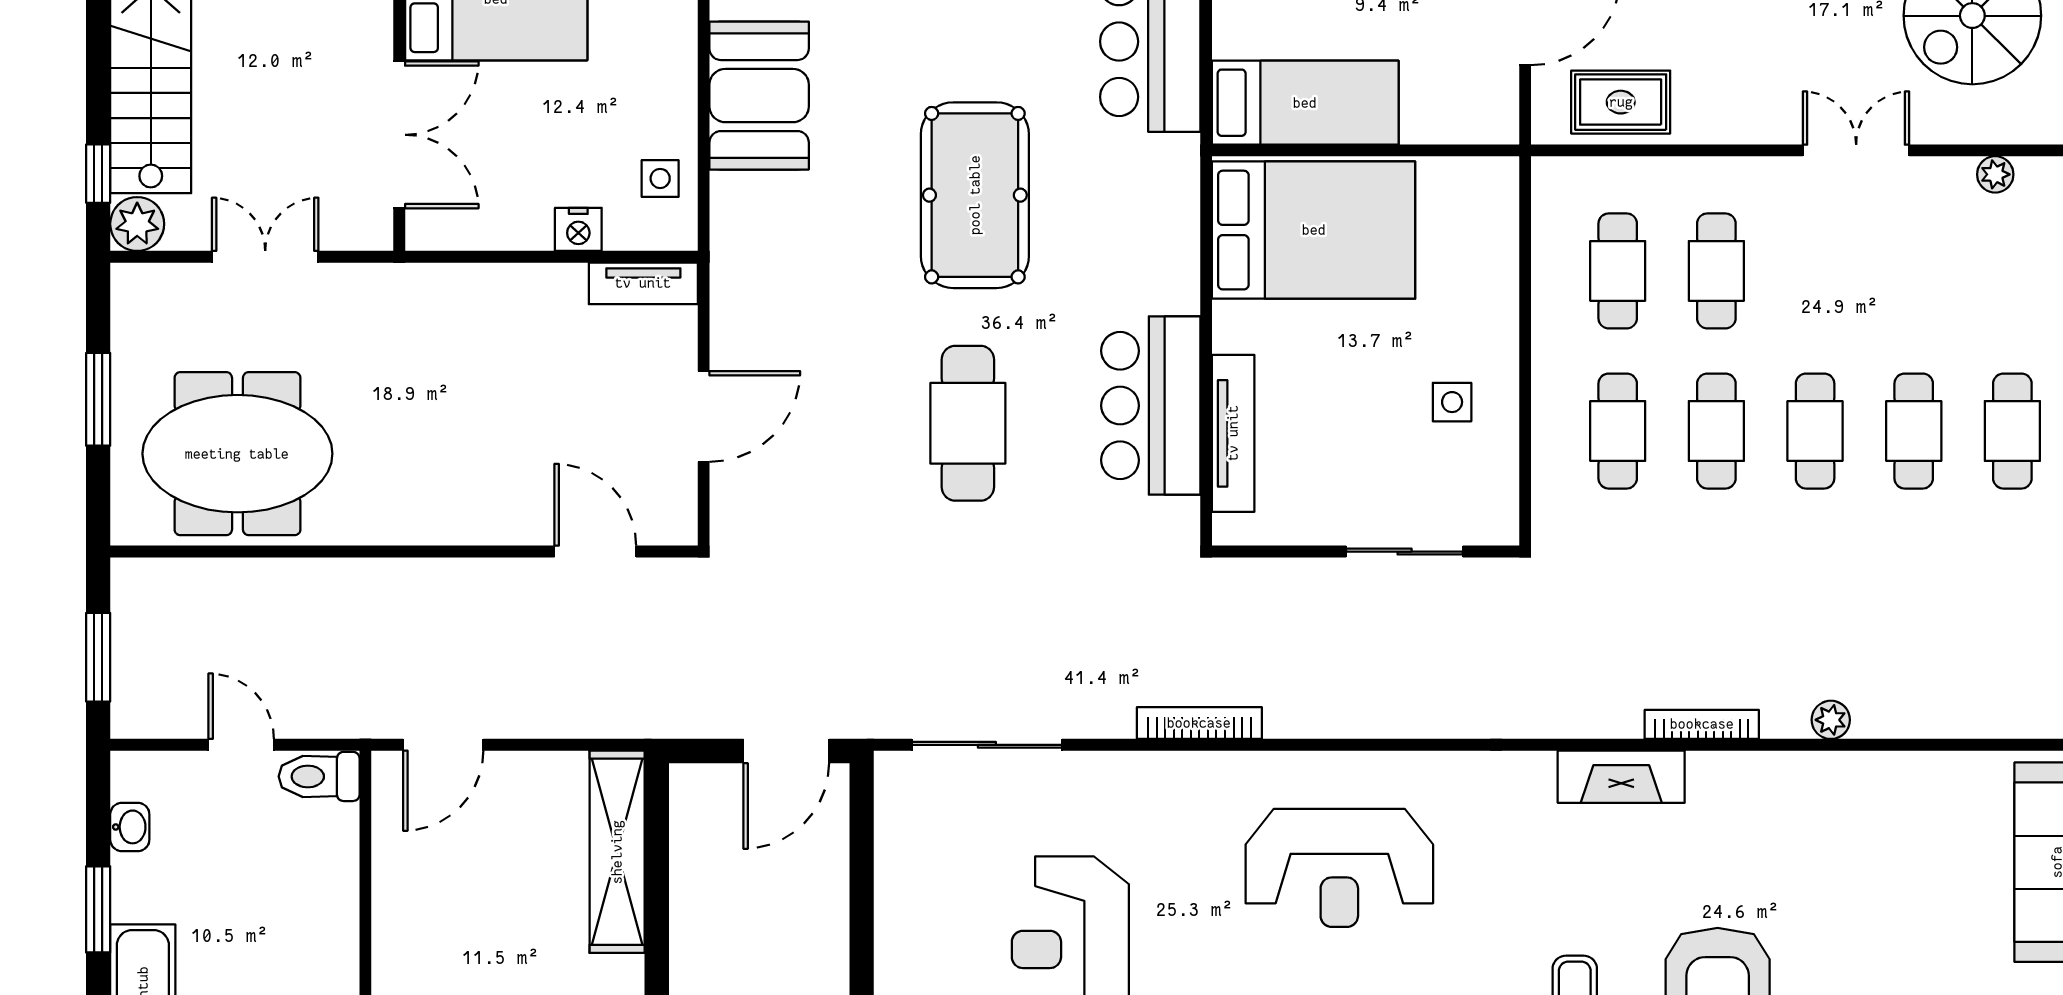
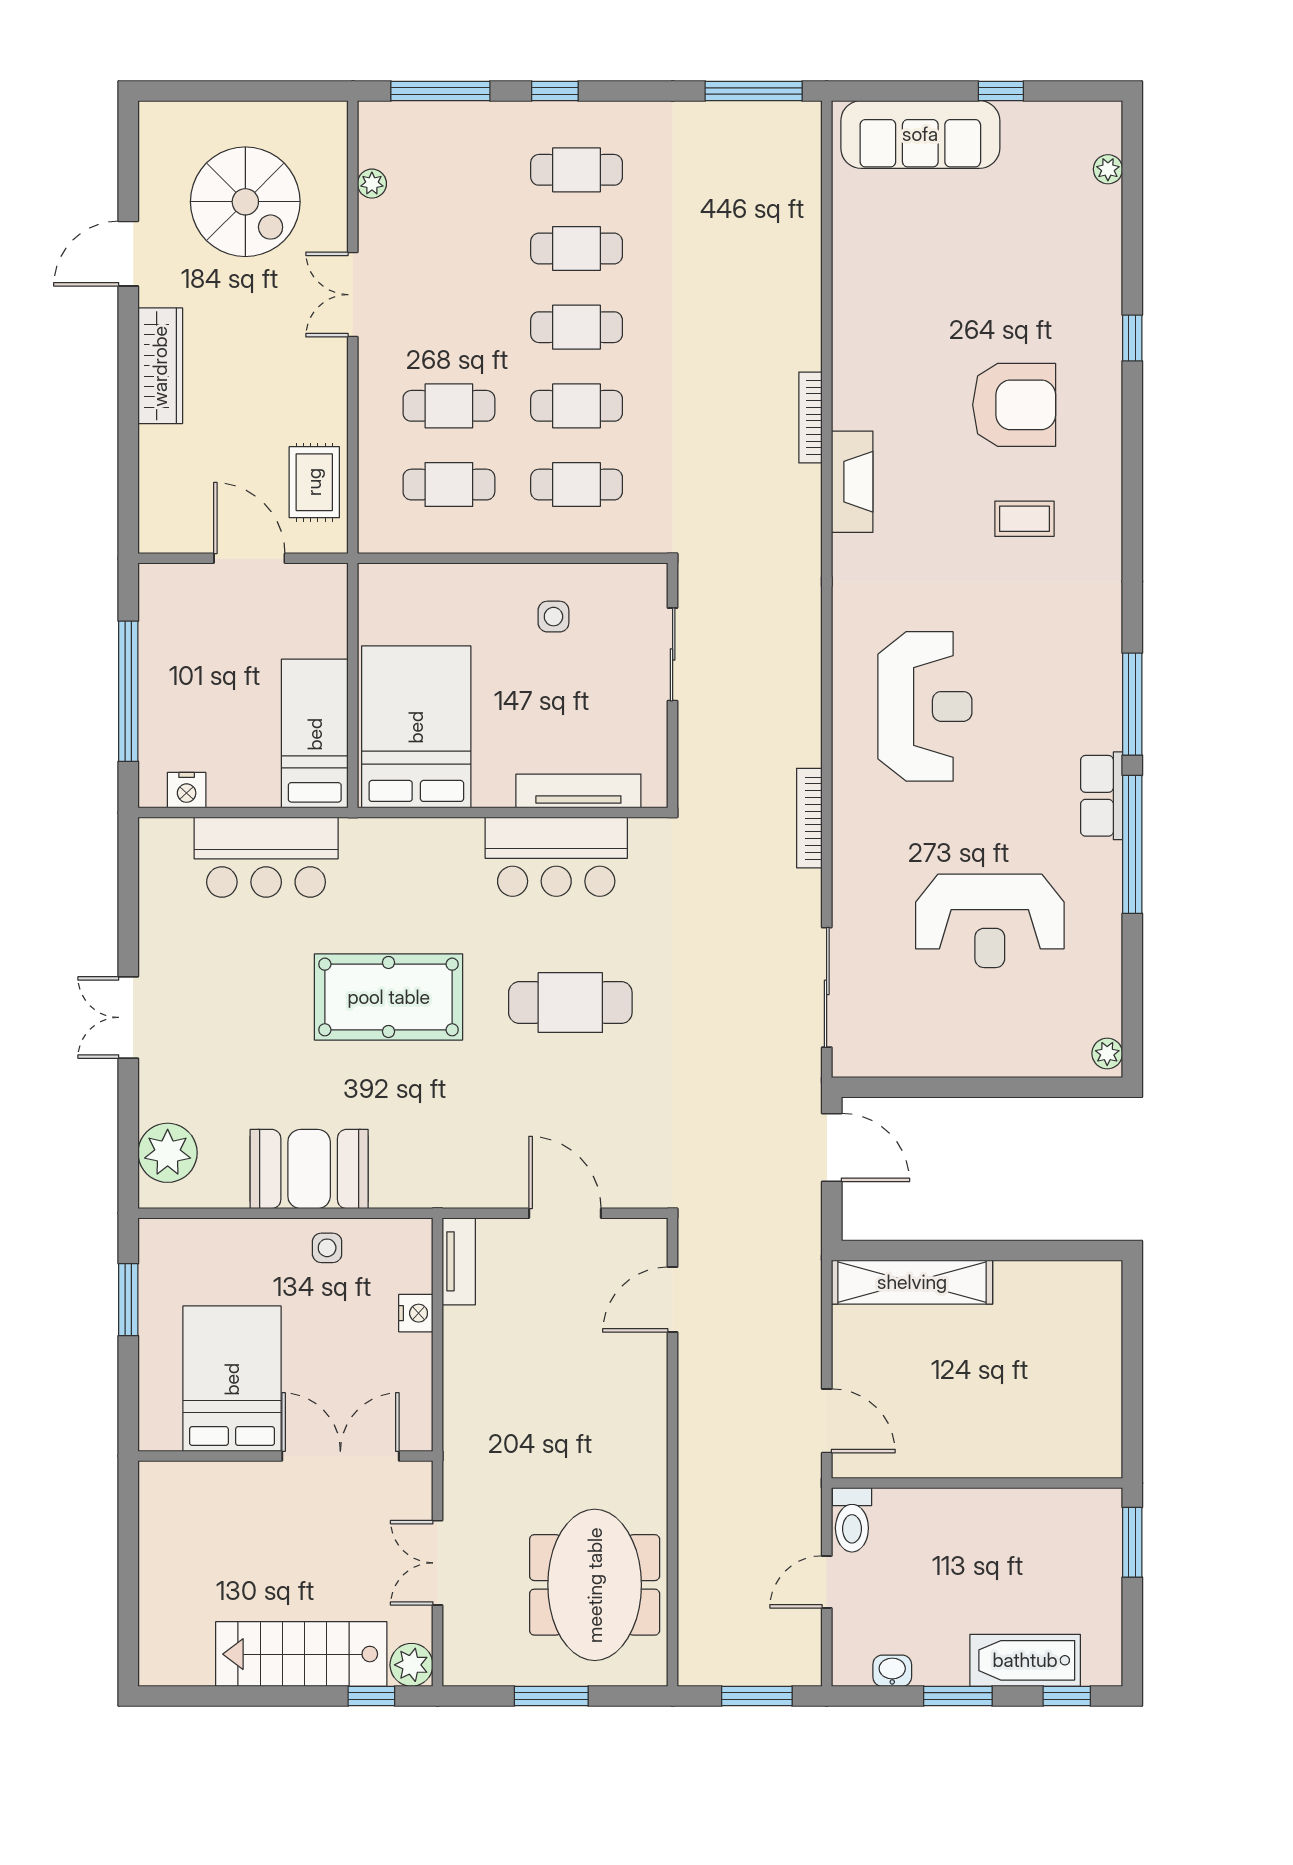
side table: (660, 178) -> (327, 1248), moved
plant: (1831, 720) -> (807, 315), removed

